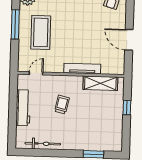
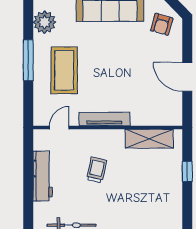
tv unit: (82, 69) -> (105, 119), moved

